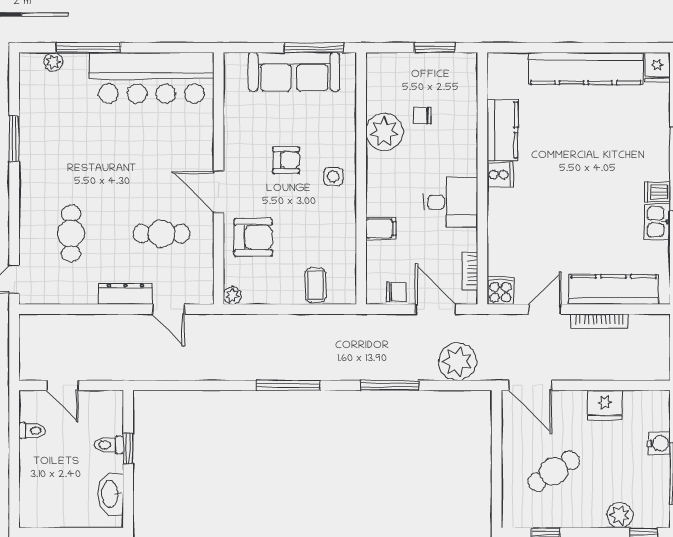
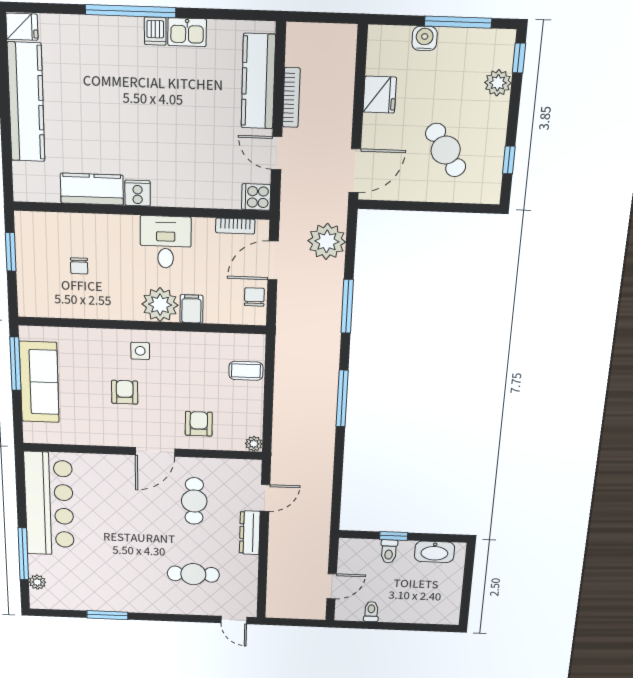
plant: (384, 132) -> (160, 305), moved
armchair: (253, 237) -> (199, 424), width x0.72, depth x0.72

